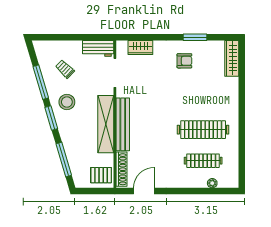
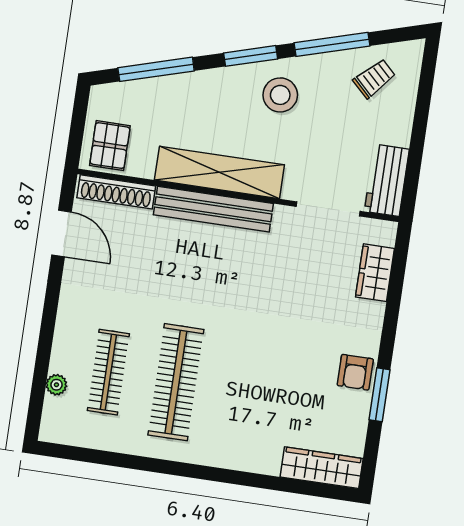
armchair: (184, 61) -> (355, 372), moved
trolley: (65, 69) -> (374, 78), moved

